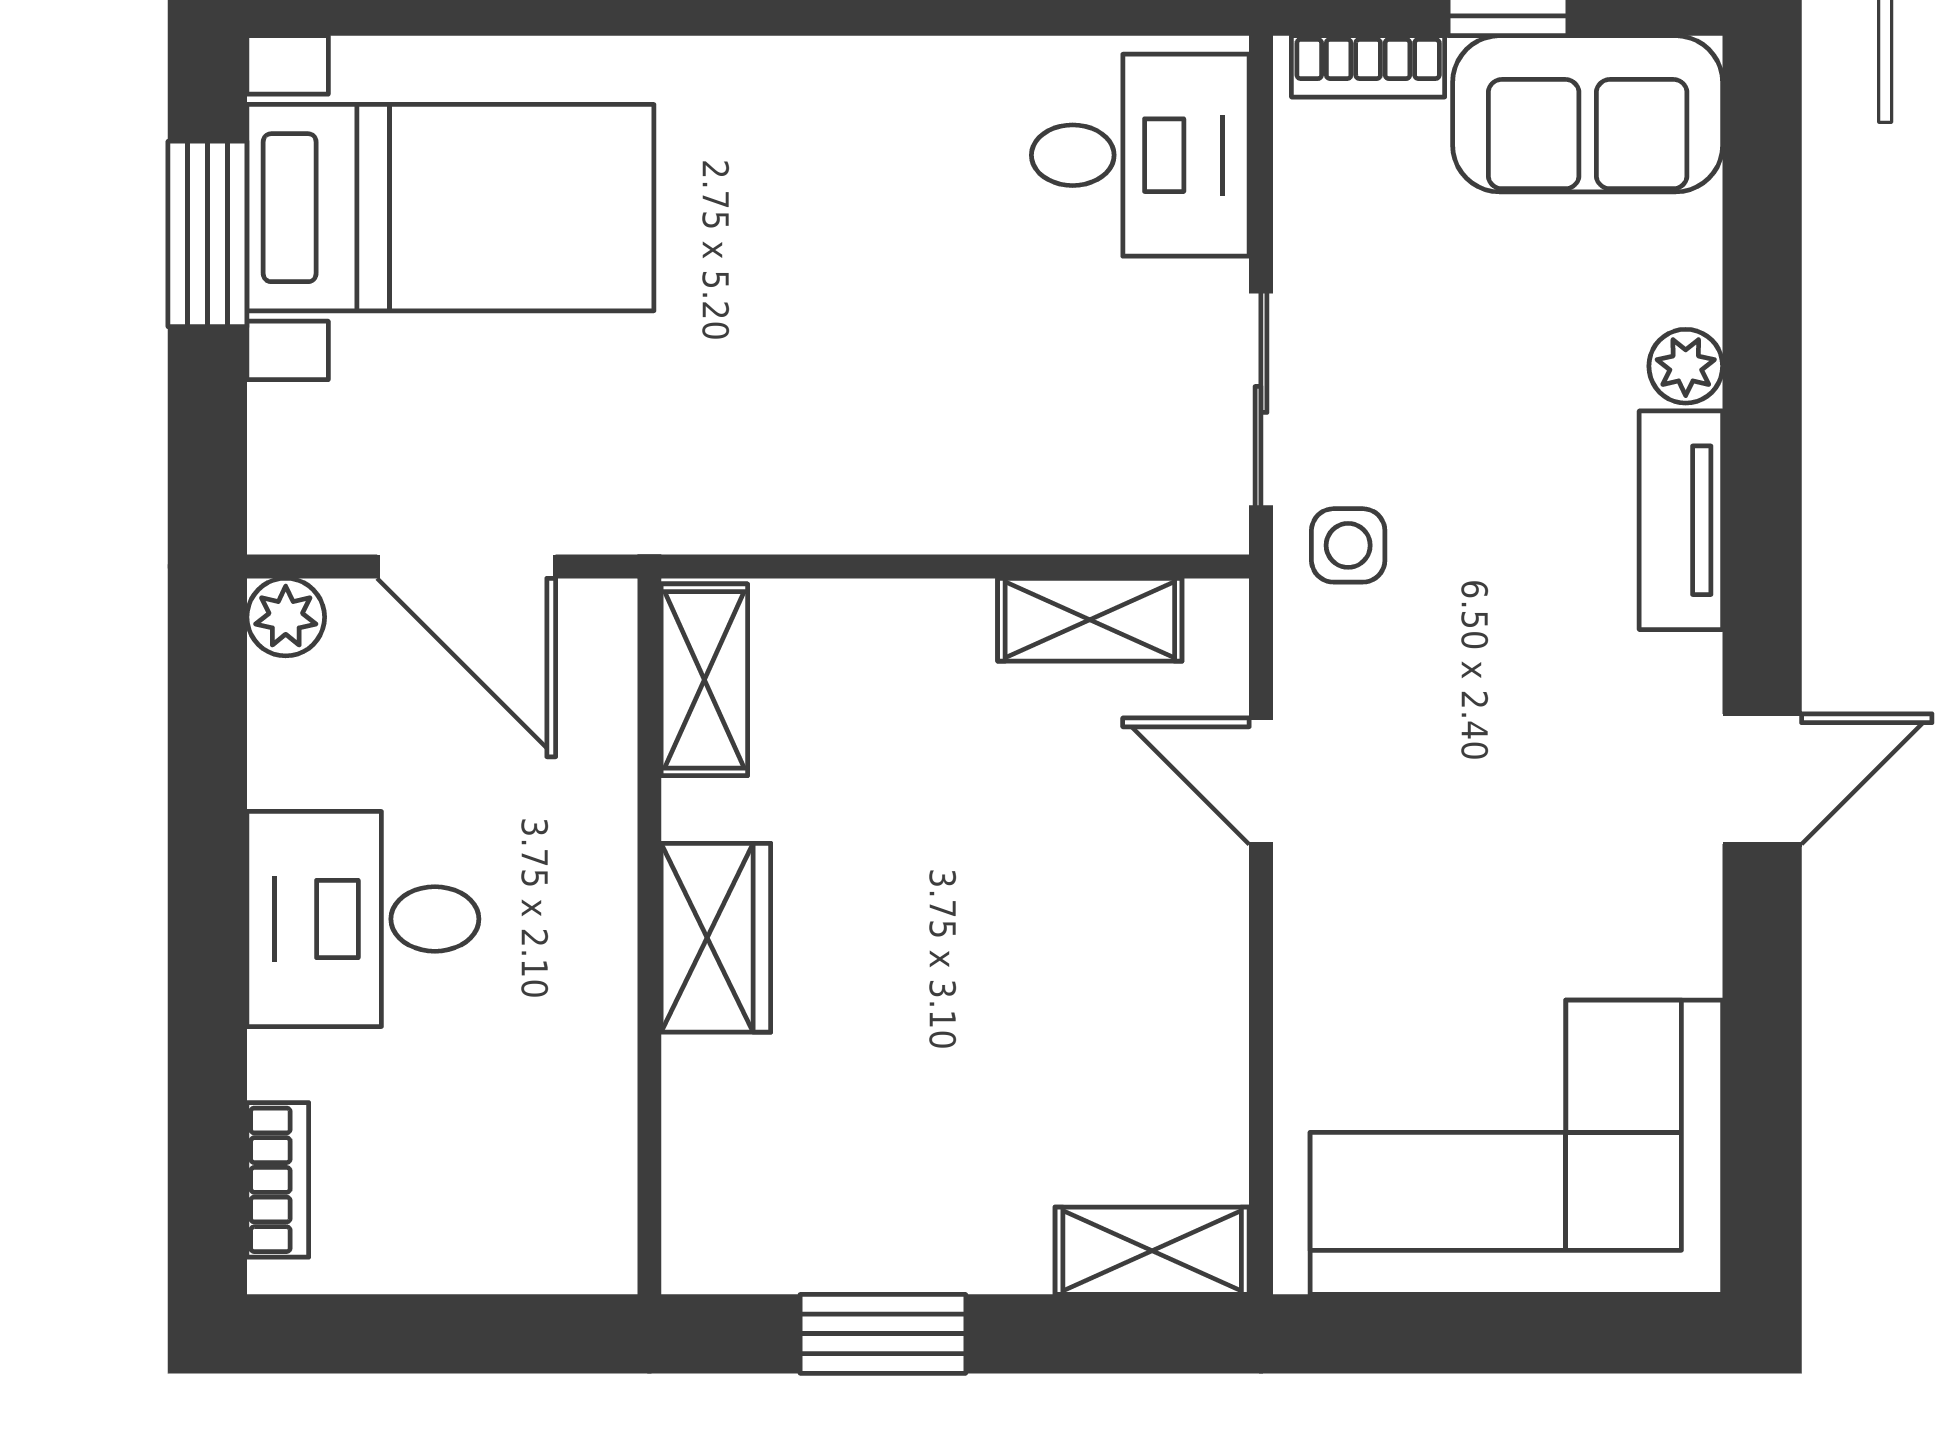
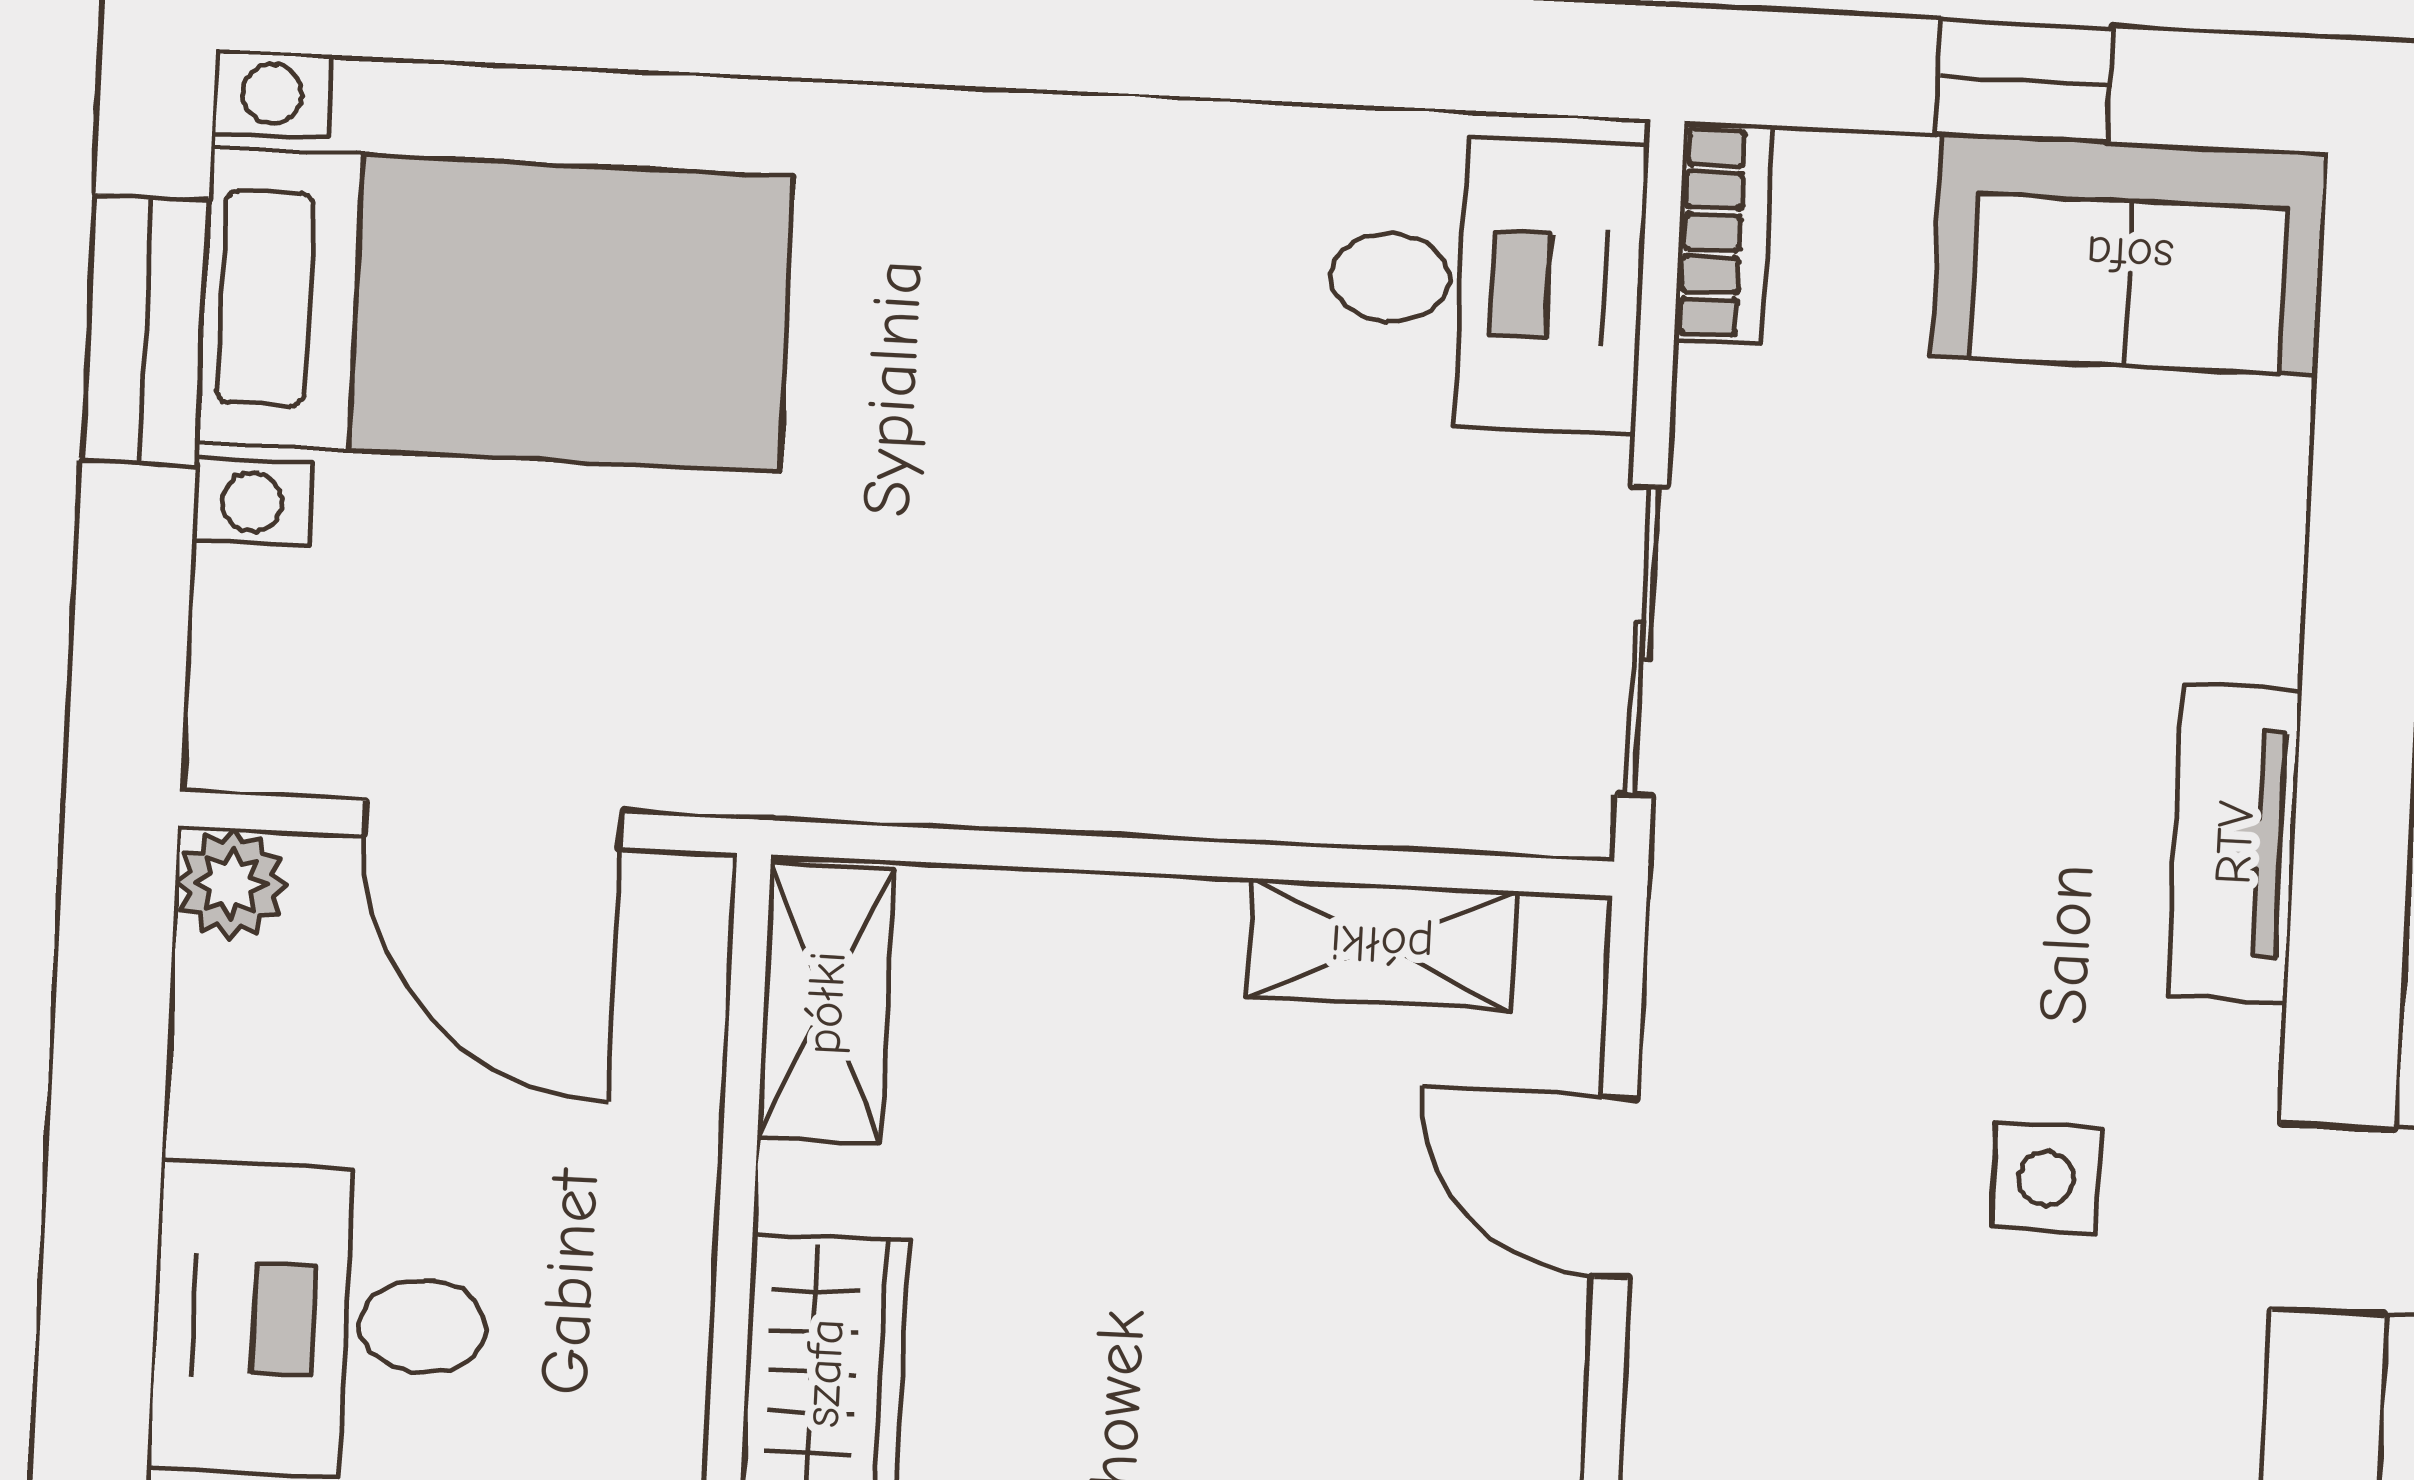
bookcase: (1368, 66) -> (1723, 233), moved, turned -90
plant: (1686, 366) -> (2252, 623), removed
side table: (1348, 545) -> (2046, 1178), moved

